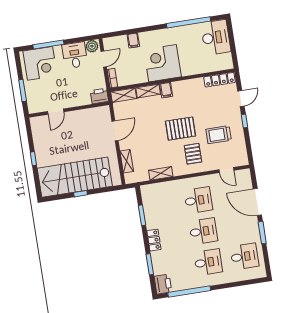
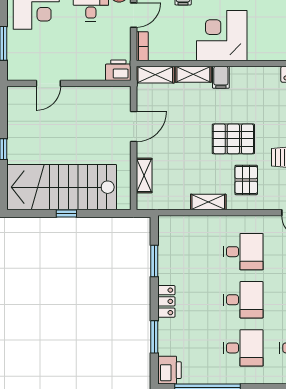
shelving: (161, 173) -> (208, 202), moved

